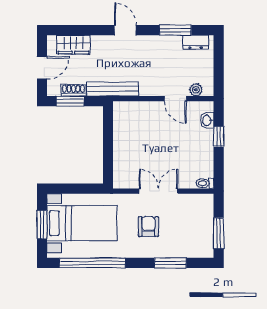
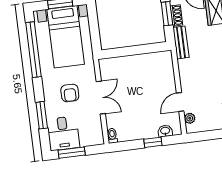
bench: (113, 89) -> (181, 42), width x0.73
armchair: (148, 227) -> (70, 93), turned 90
desk: (195, 240) -> (63, 133), added

